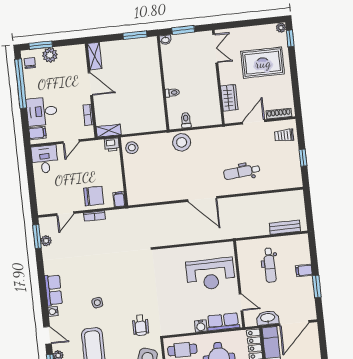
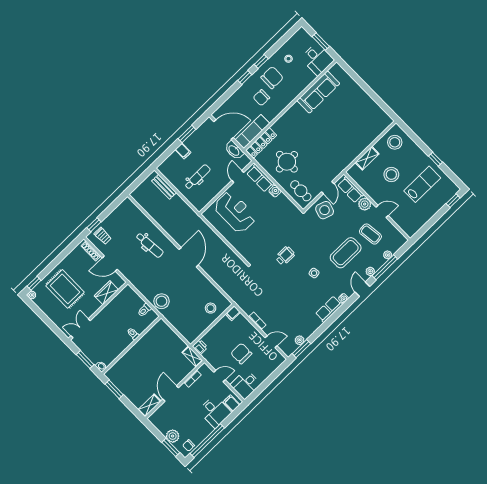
stool: (132, 148) -> (211, 308), moved
window: (303, 158) -> (94, 225), moved
chair: (94, 196) -> (241, 353), moved
wheelchair: (141, 325) -> (285, 256), moved

